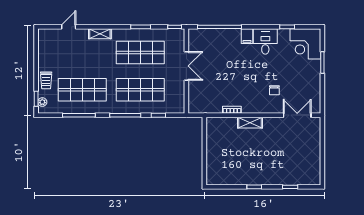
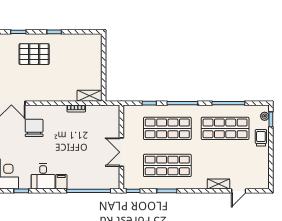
shelving: (100, 34) -> (218, 184), moved
chair: (274, 90) -> (34, 128), width x1.87, depth x1.87
shelving: (250, 123) -> (90, 96), moved
pallet: (274, 165) -> (34, 54), added

